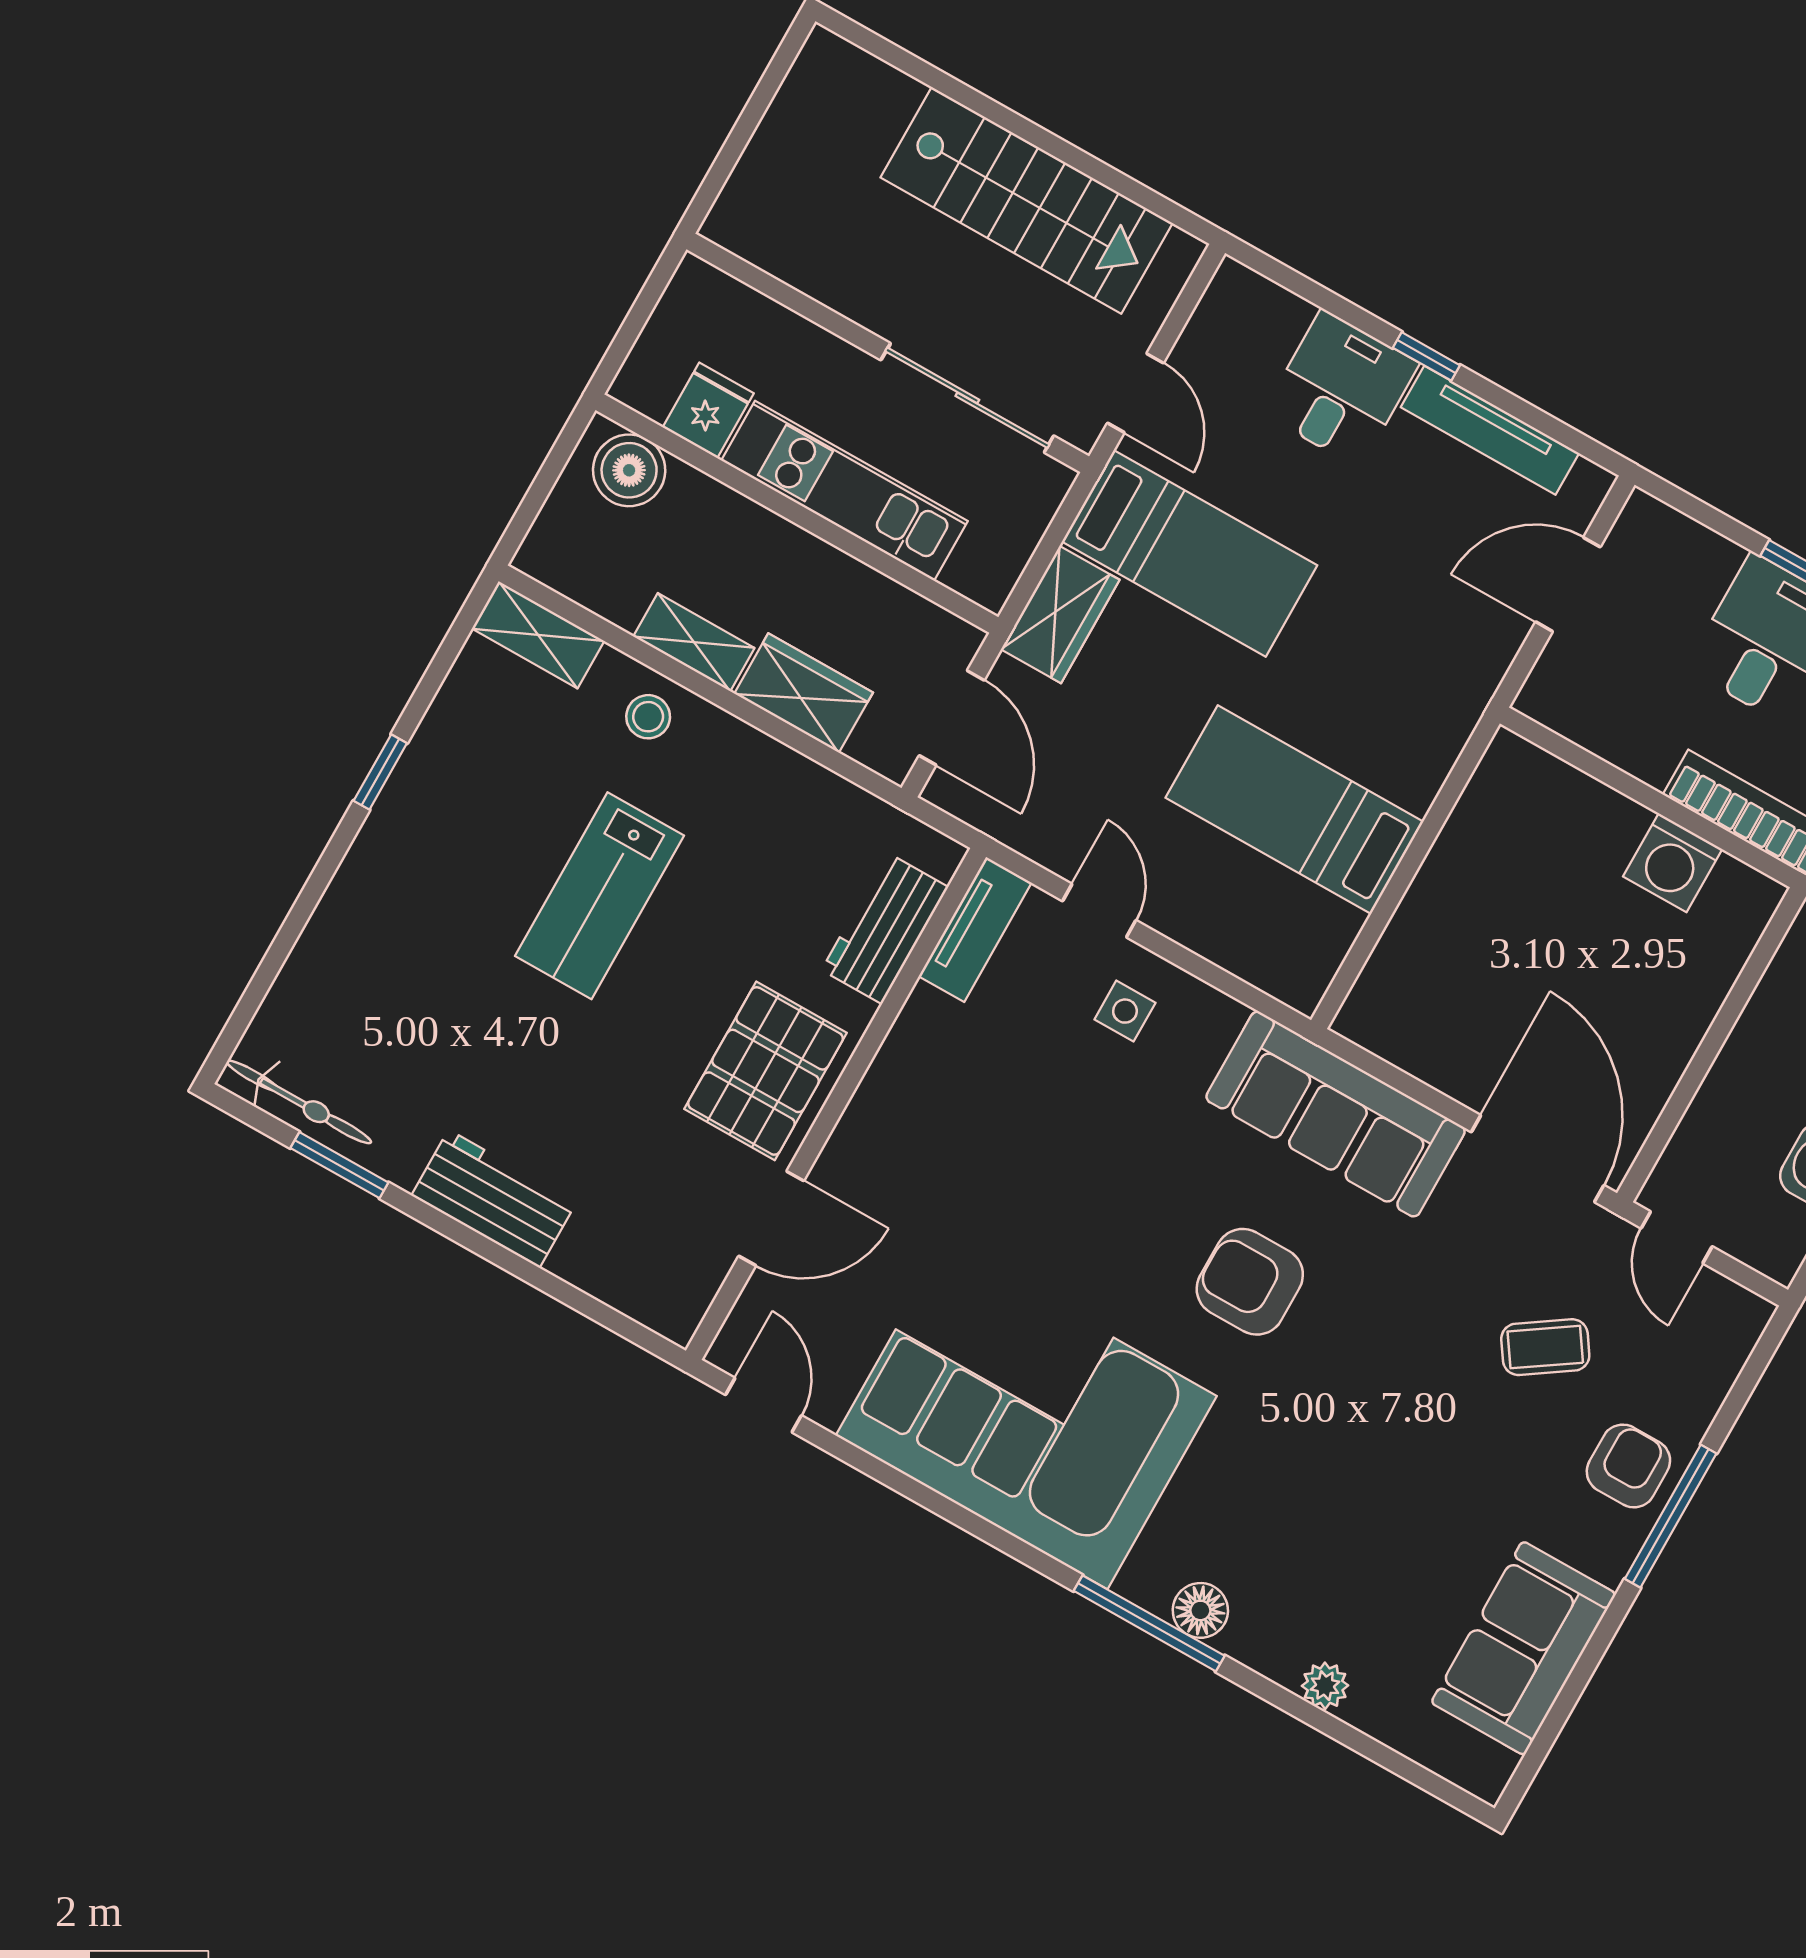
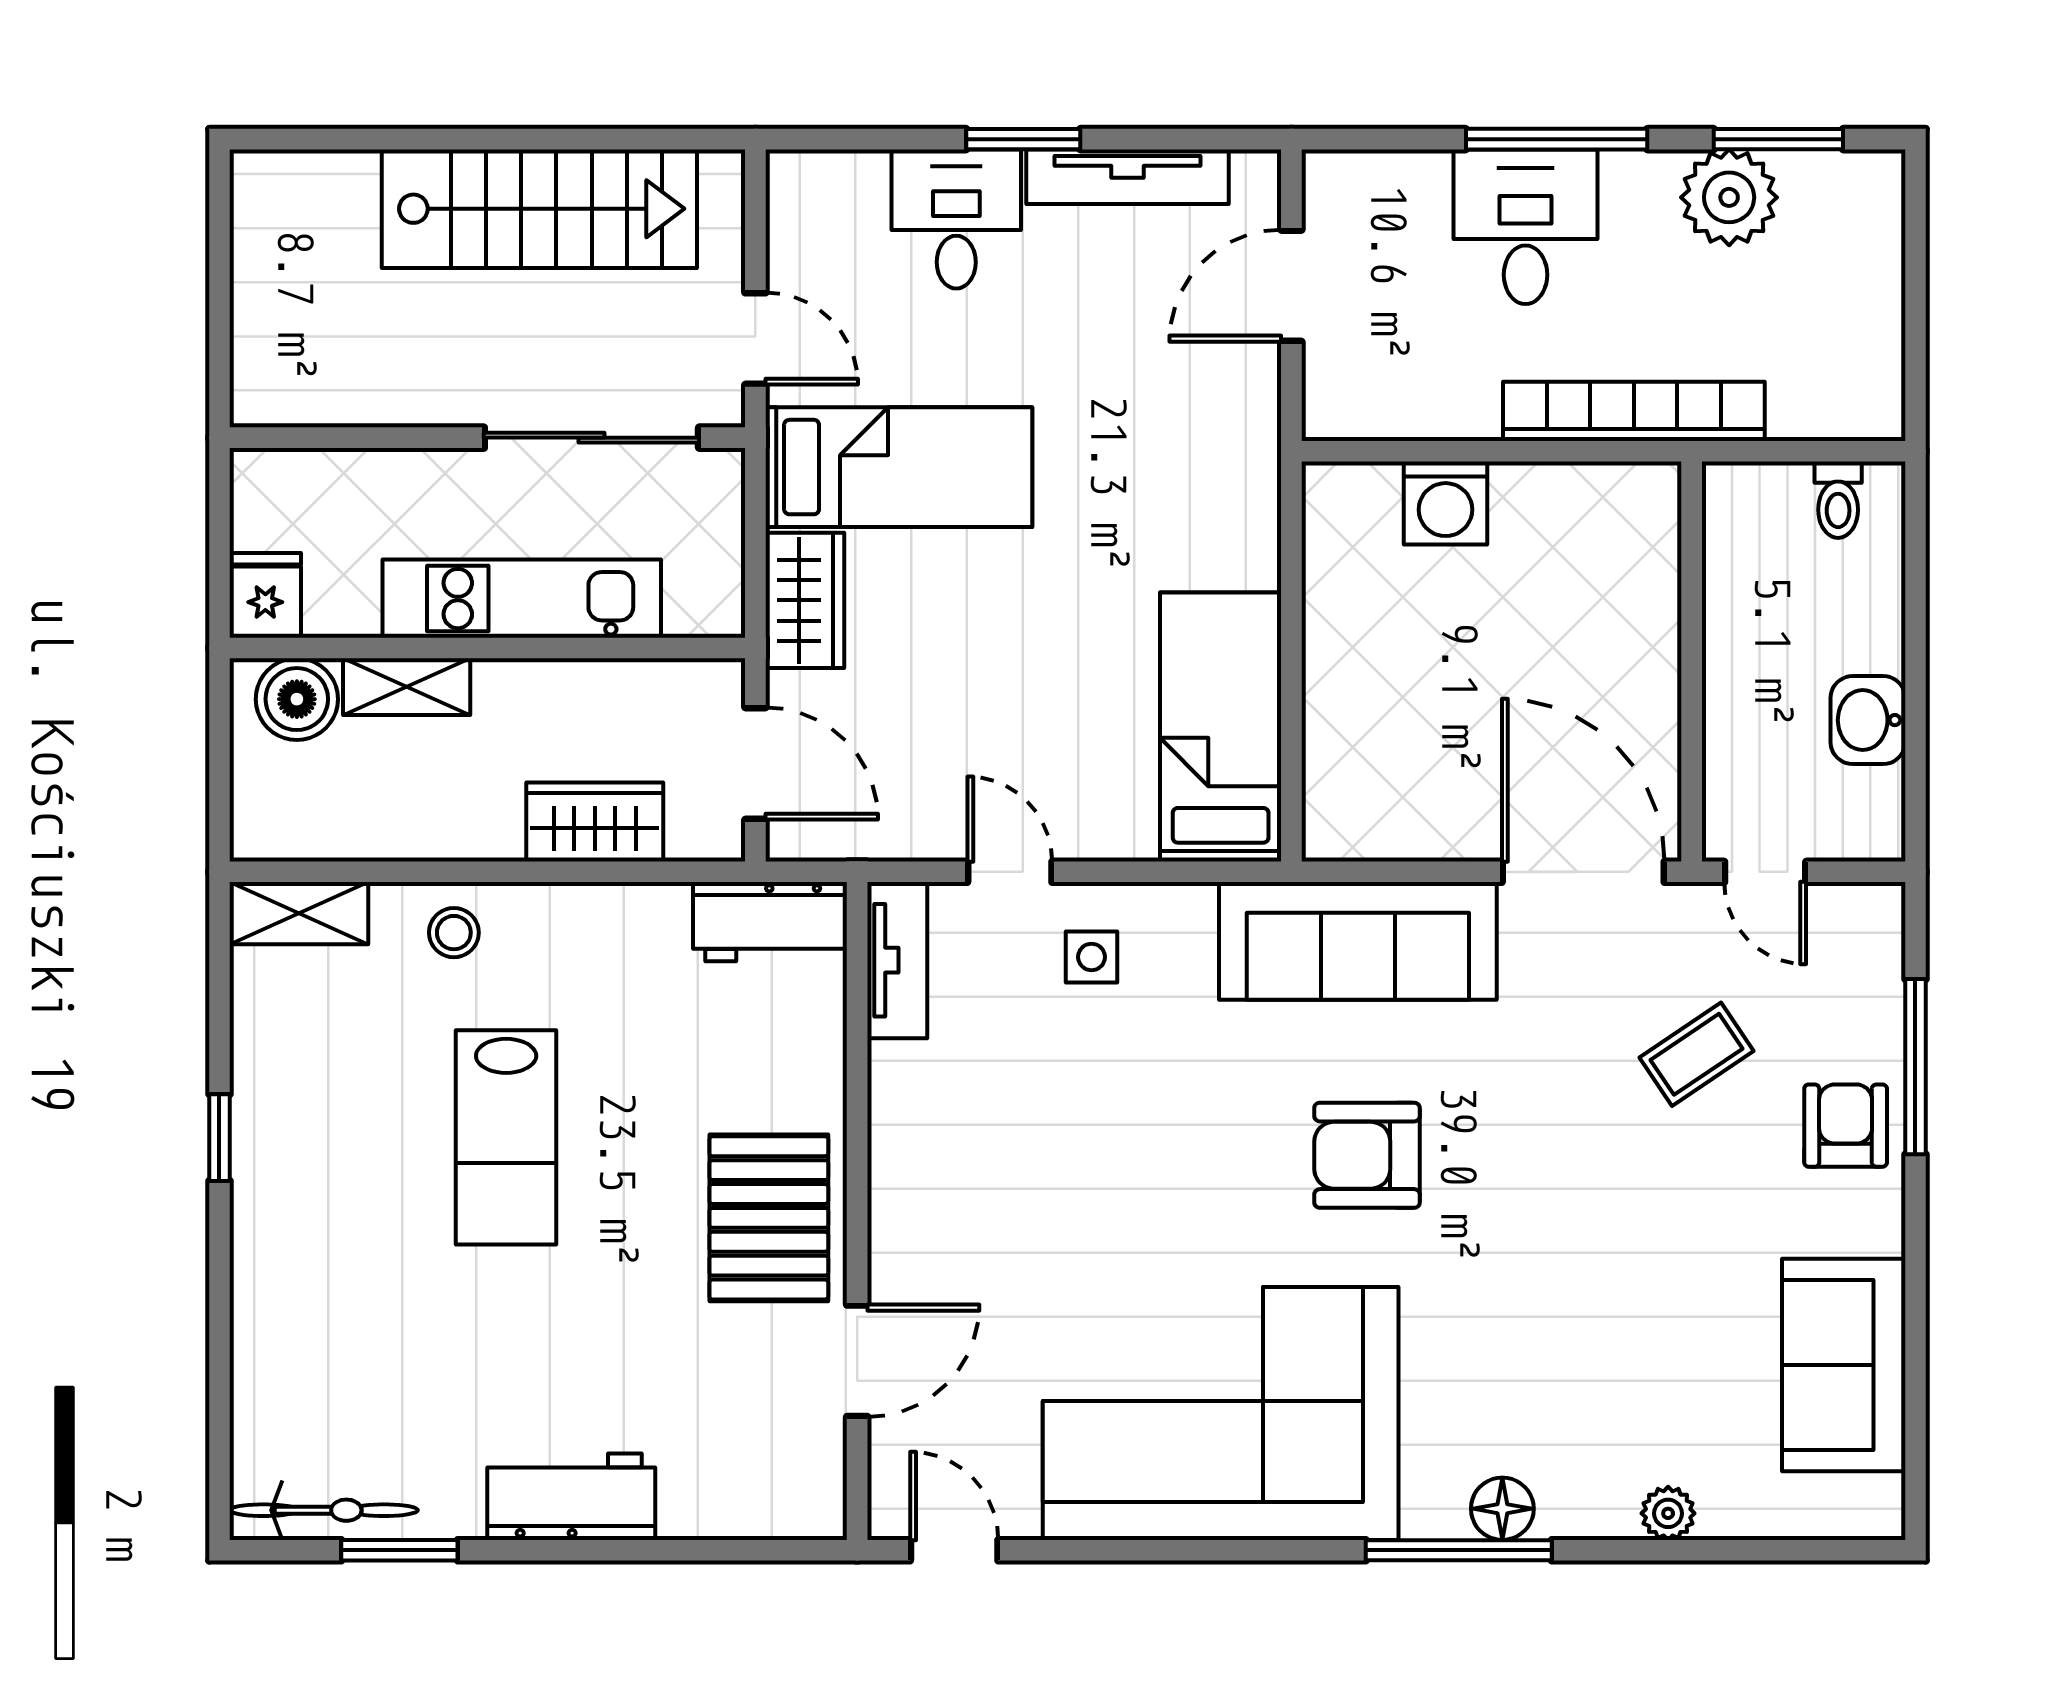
window: (1426, 356) -> (1023, 139), width x1.50
fridge: (708, 410) -> (265, 595), moved
shelving: (694, 642) -> (407, 687), moved
bed: (1294, 810) -> (1221, 727), moved, turned 90
washing machine: (1673, 863) -> (1446, 503), moved
workbench: (885, 928) -> (770, 922), moved, turned -90
window: (1671, 1516) -> (1915, 1067), moved

